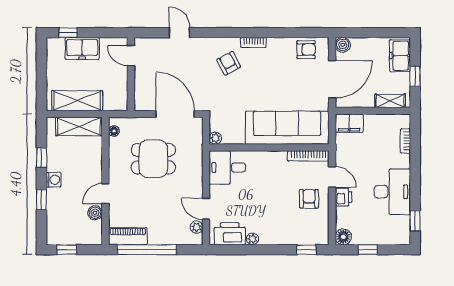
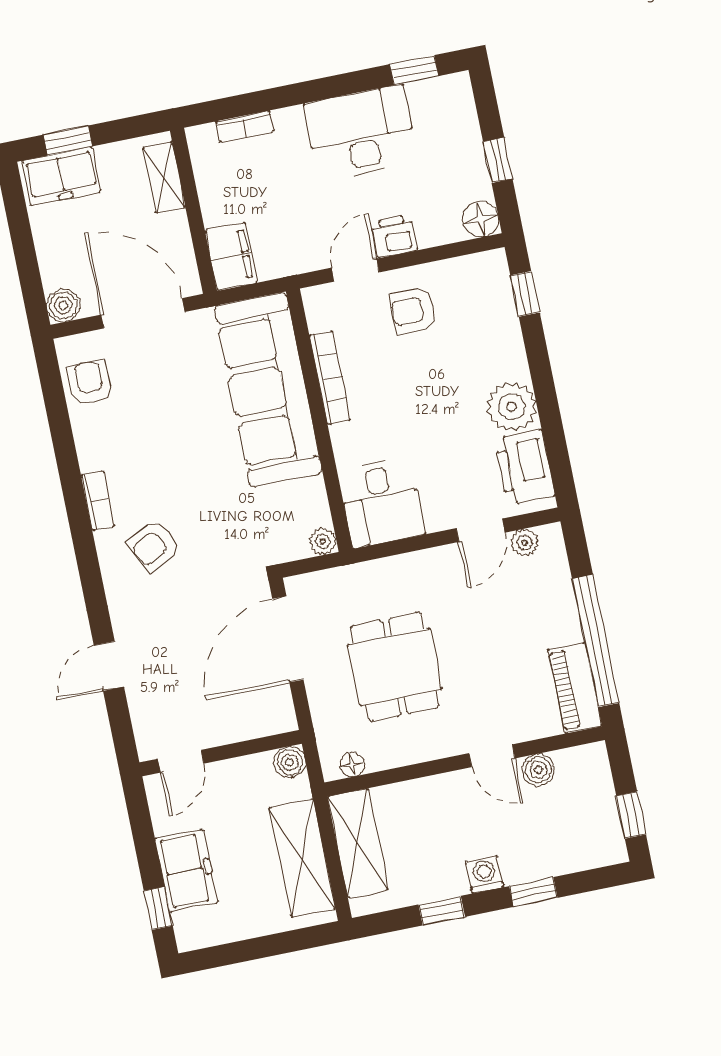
window: (415, 76) -> (68, 141), moved
boiler: (121, 104) -> (290, 762), added
bookcase: (308, 156) -> (330, 378), moved
plant: (252, 239) -> (512, 407), width x1.88, depth x1.88

